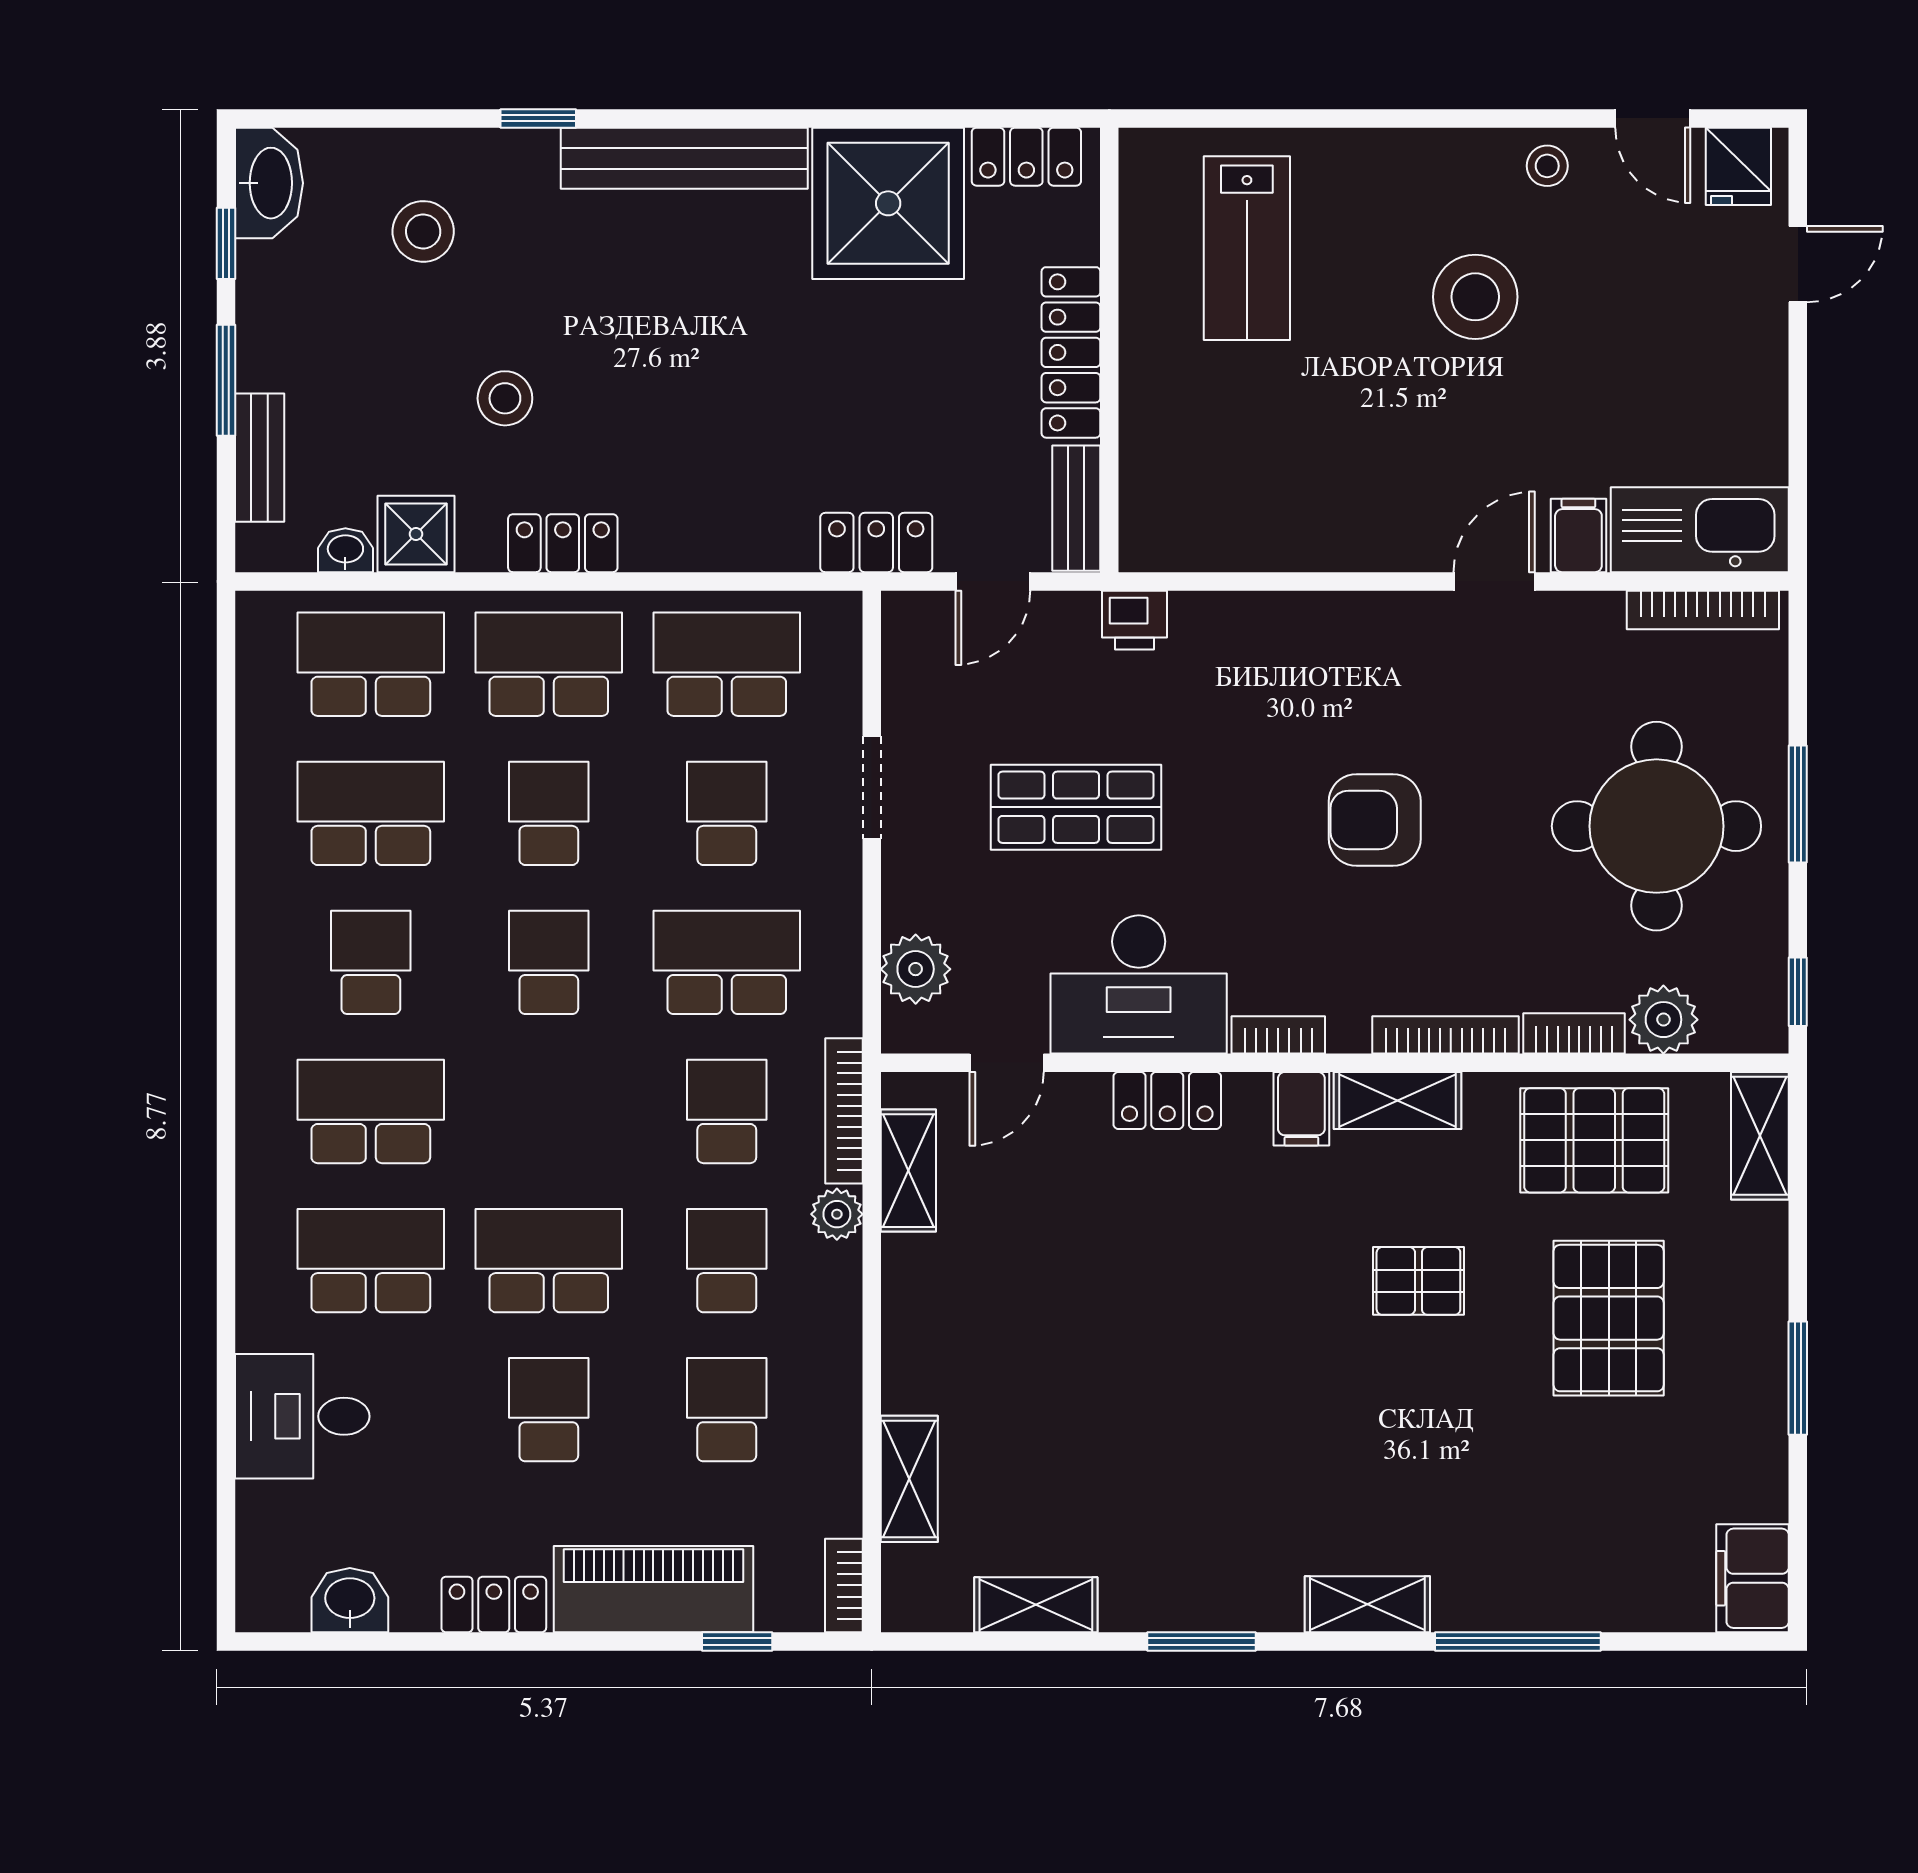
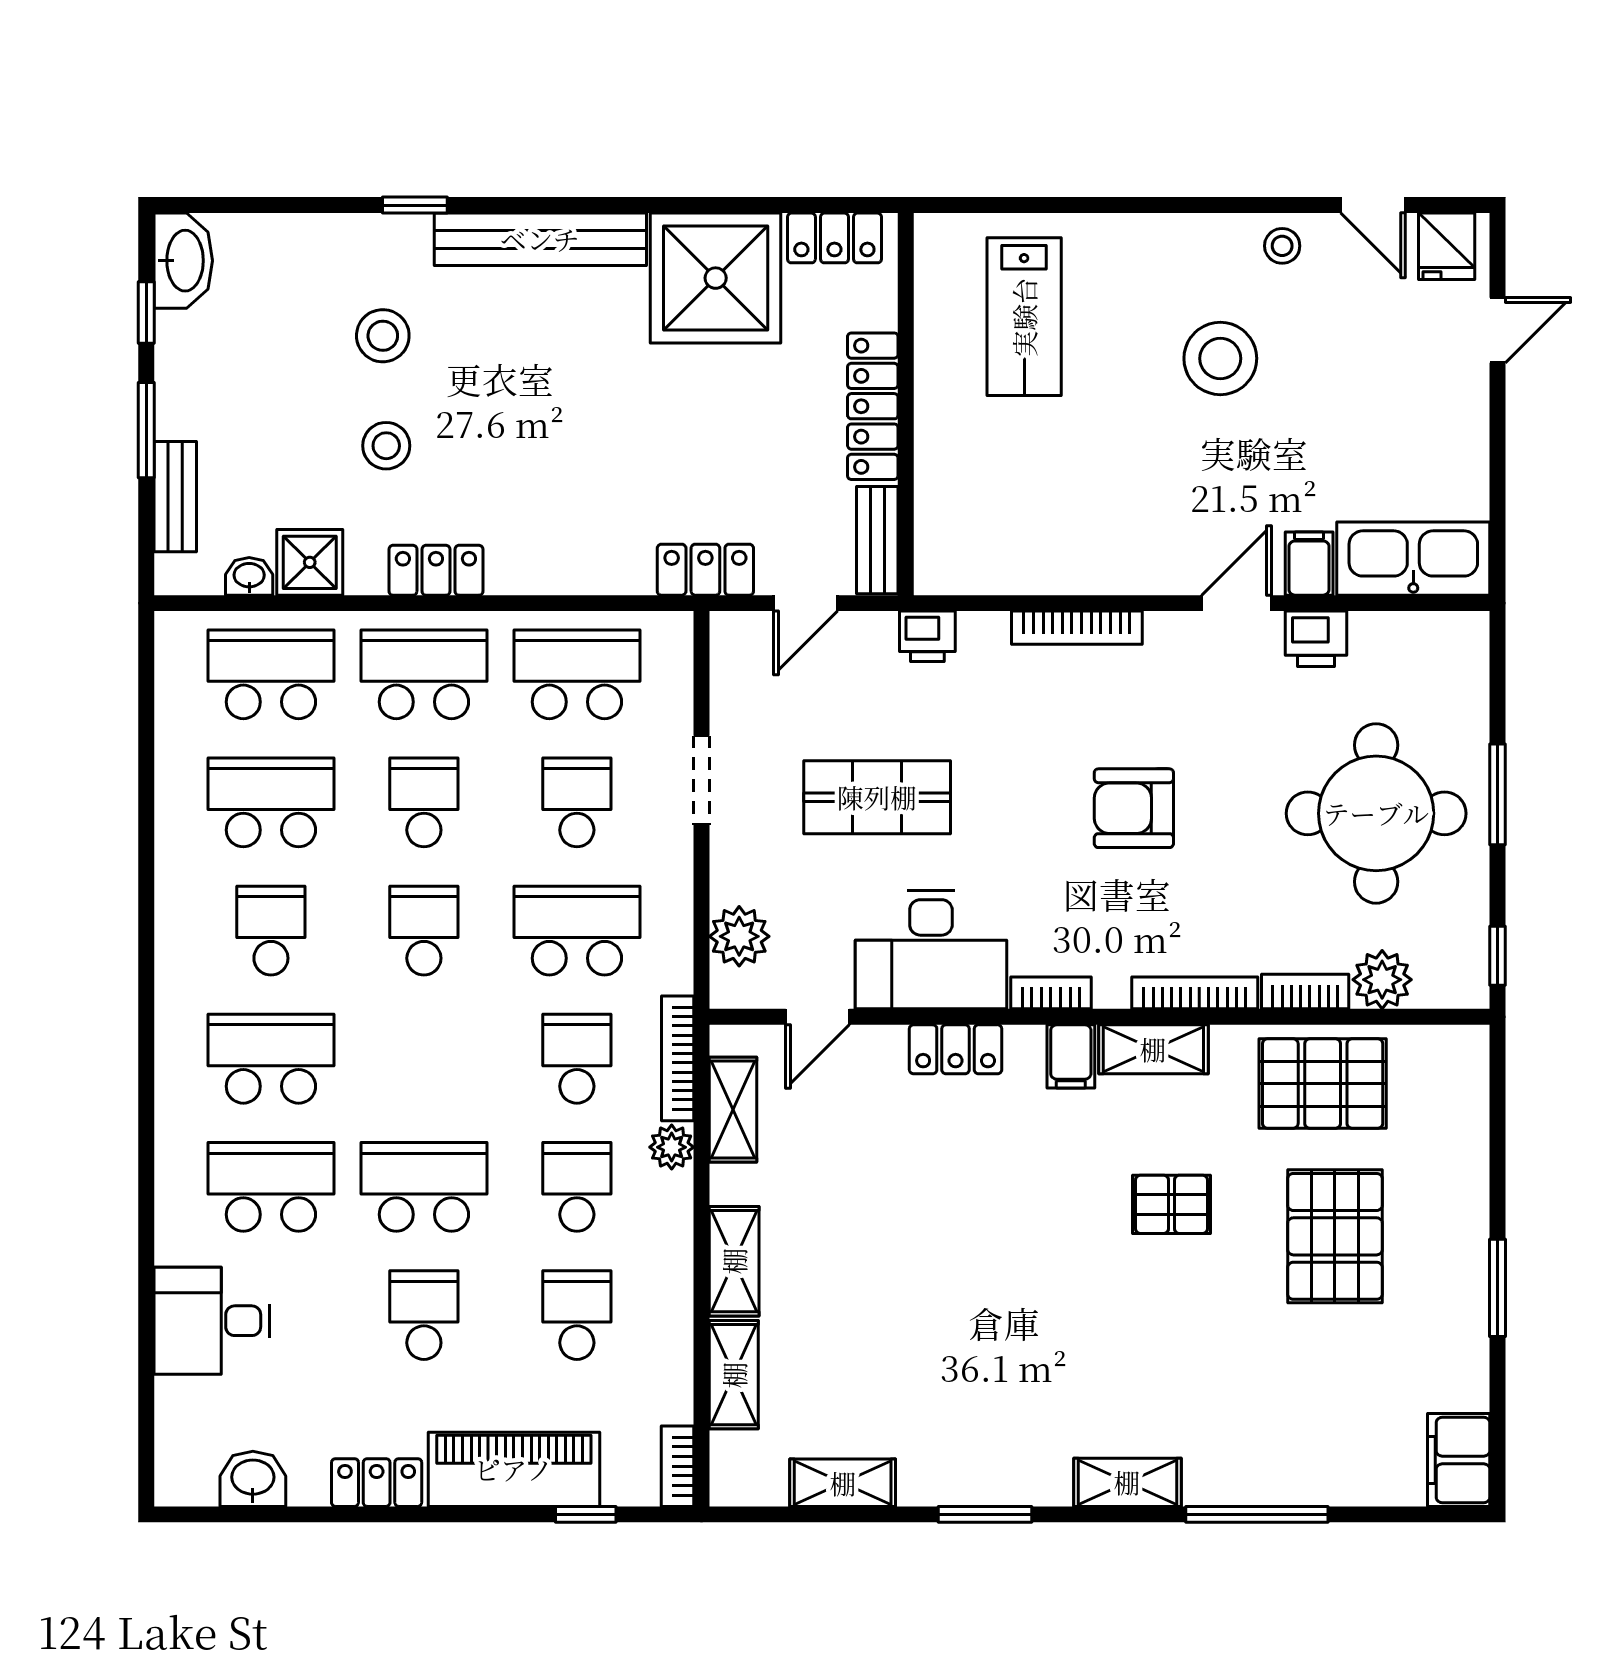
stool: (423, 231) -> (383, 336), moved
bookcase: (1703, 610) -> (1077, 628), moved
printer: (1586, 623) -> (1316, 639), added
shelving: (1760, 1136) -> (734, 1261), moved

